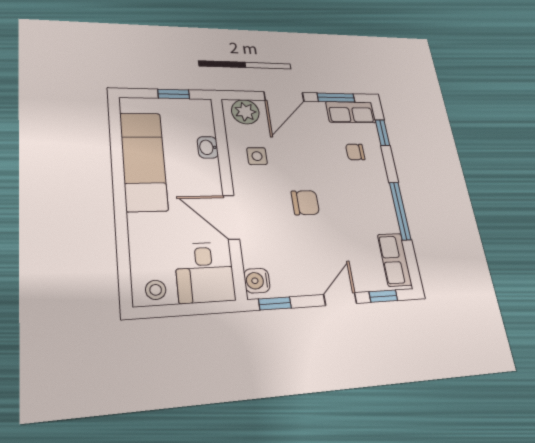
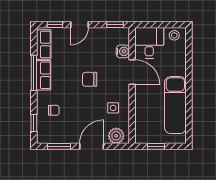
row of seats: (351, 112) -> (44, 75), moved, turned 90
washbasin: (208, 147) -> (140, 113), removed
water cooler: (257, 281) -> (123, 51), moved

